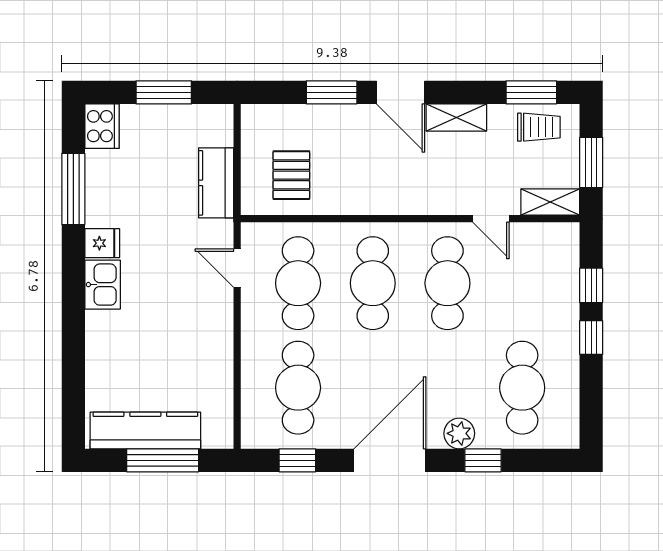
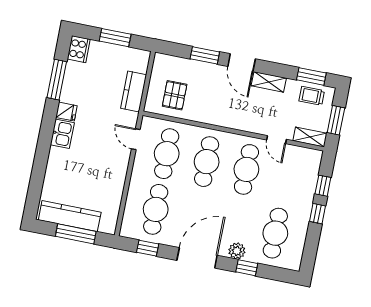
trolley: (539, 127) -> (312, 96), turned 180

